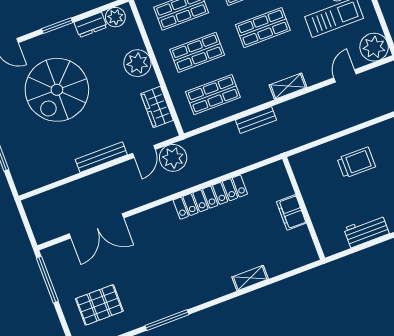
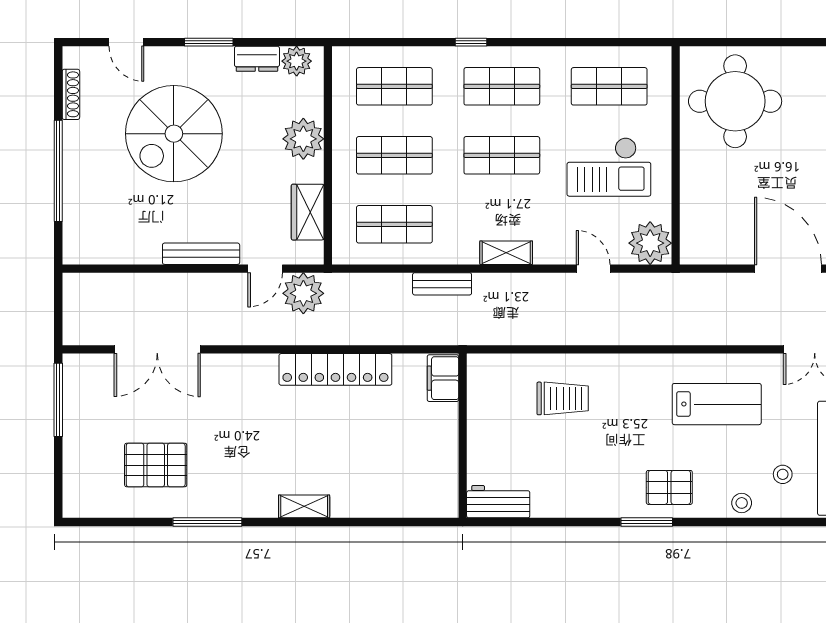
door: (345, 76) -> (593, 269), hinge flipped
filing cabinet: (291, 212) -> (443, 378), moved
workbench: (366, 231) -> (498, 502), moved
shelving: (250, 278) -> (304, 506), moved
pallet: (99, 305) -> (156, 465), moved

